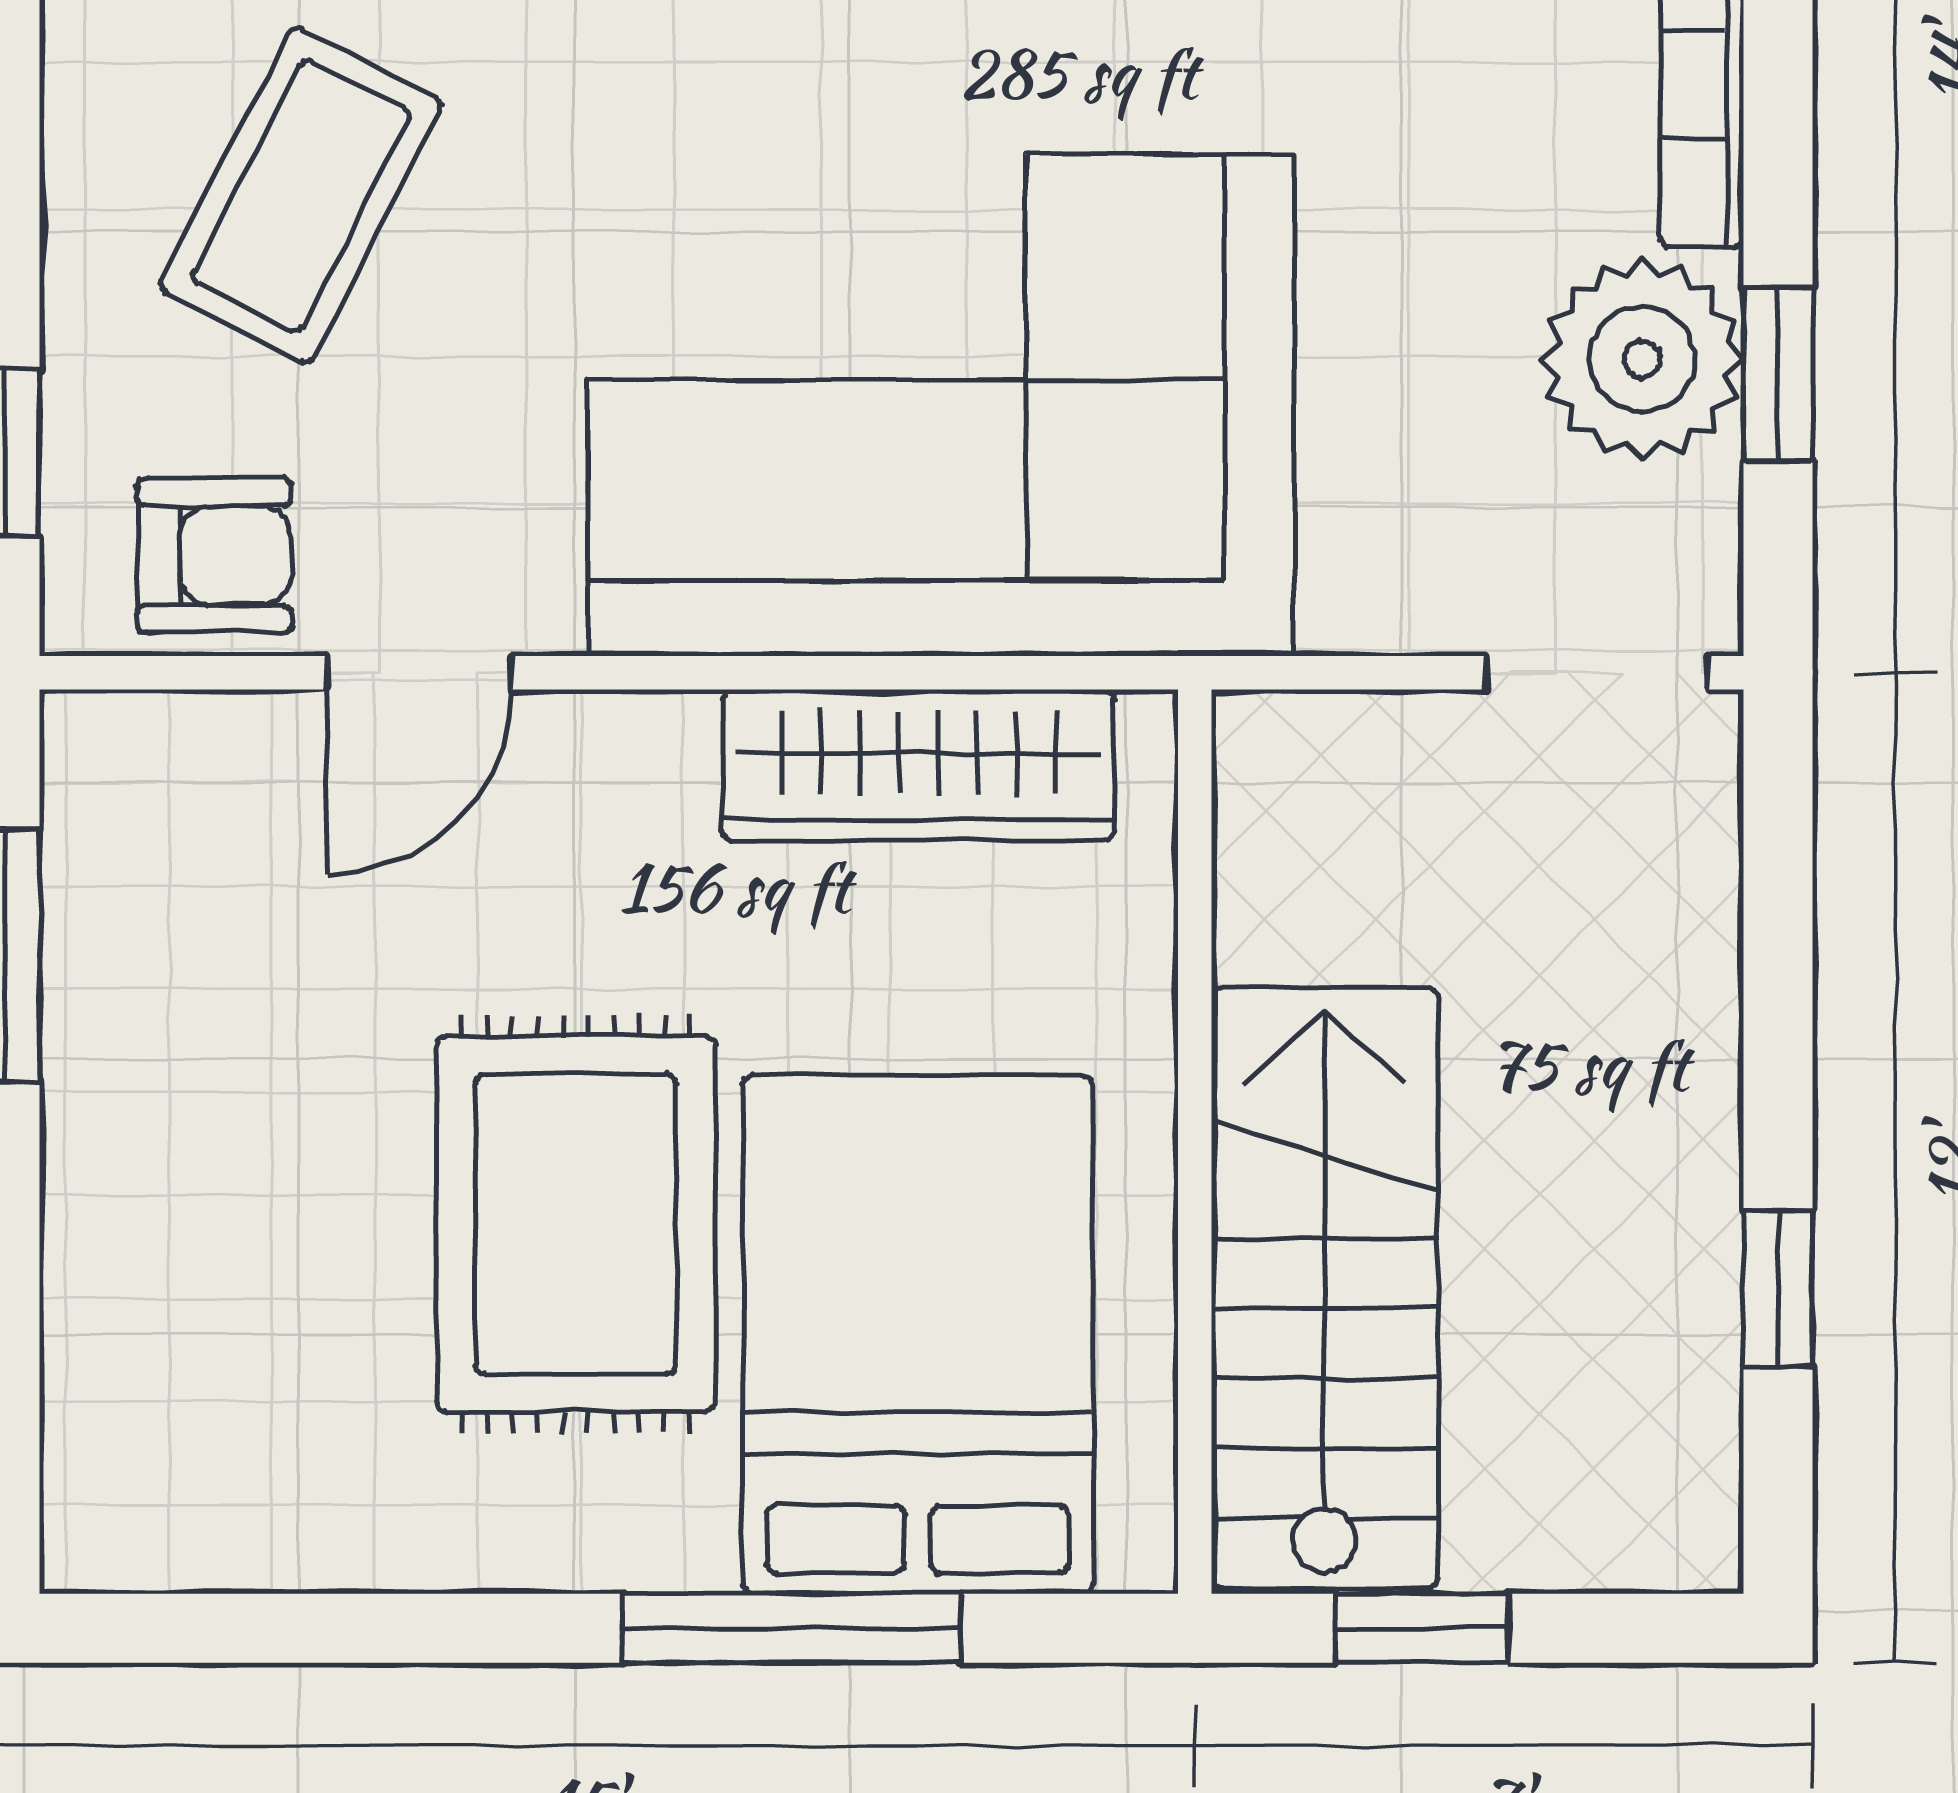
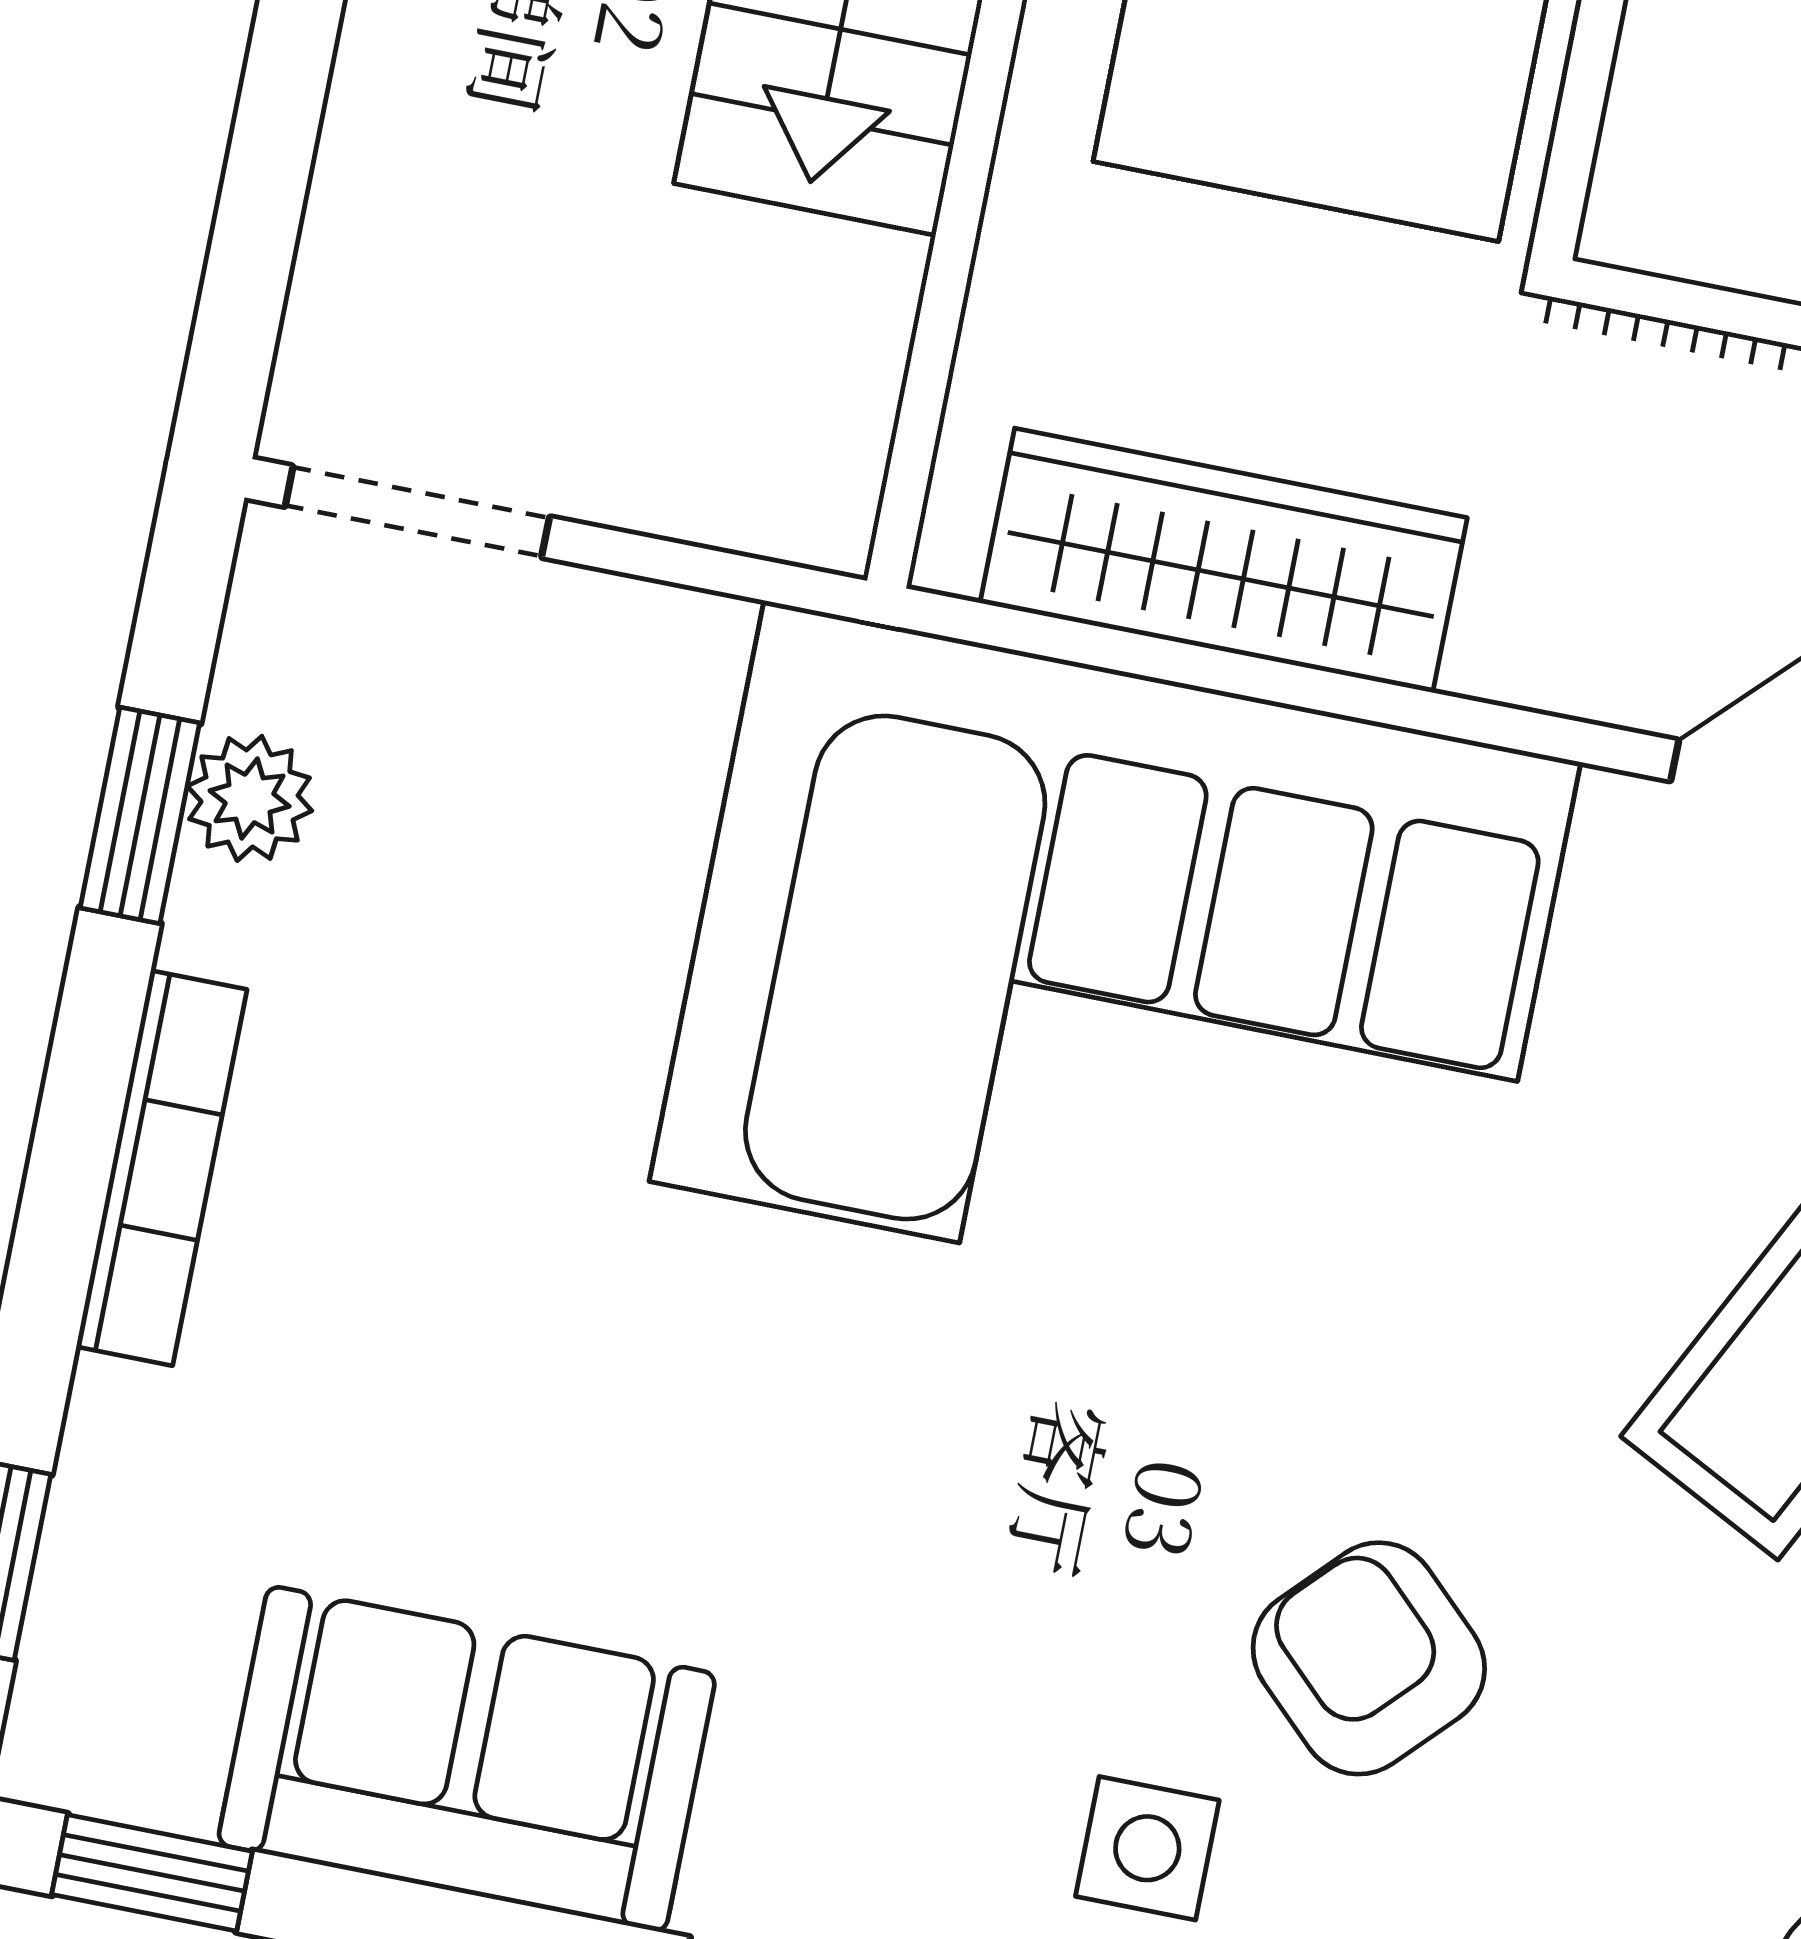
plant: (1642, 359) -> (250, 798), width x0.53, depth x0.53

